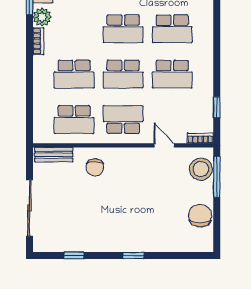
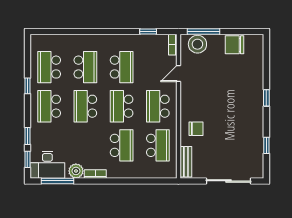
school desk: (123, 29) -> (85, 106), turned 180
school desk: (123, 74) -> (122, 106), turned 180

